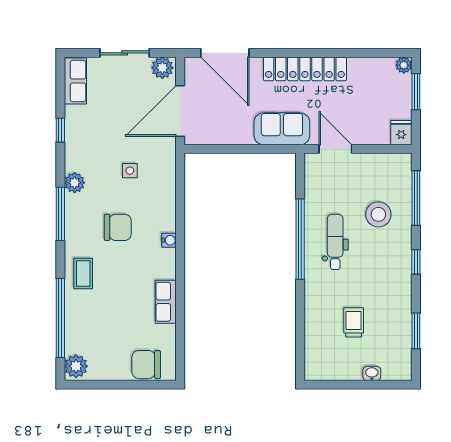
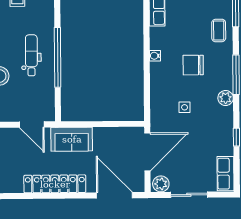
dental chair: (335, 242) -> (31, 55), turned 180

